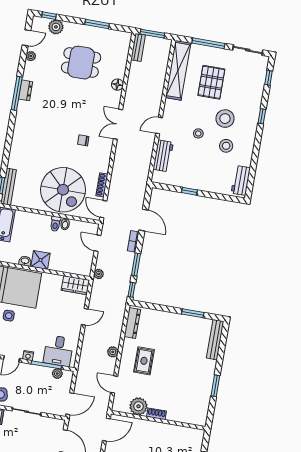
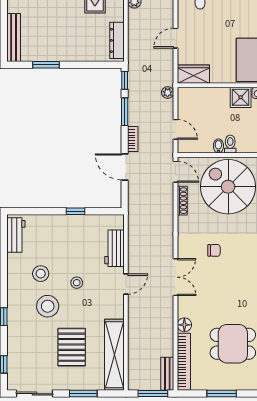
window: (208, 43) -> (83, 394), width x0.69
bookcase: (123, 55) -> (184, 362), added

